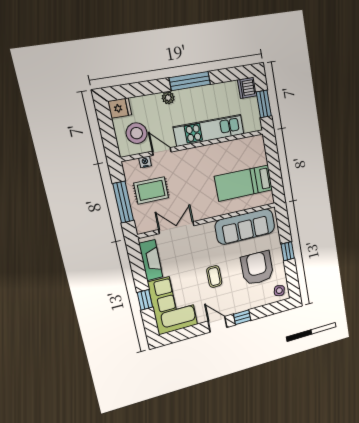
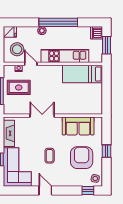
window: (190, 81) -> (58, 22), width x1.46
bed: (244, 183) -> (83, 74), moved
sofa: (245, 227) -> (78, 126), width x0.73
double door: (176, 228) -> (42, 116), moved
window: (242, 317) -> (88, 191), moved

